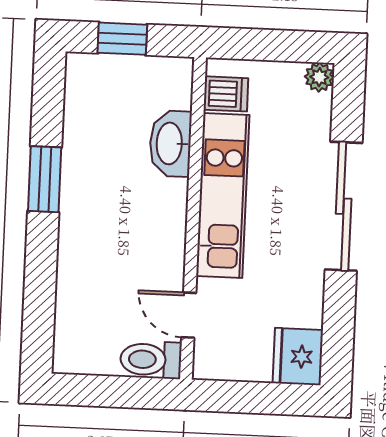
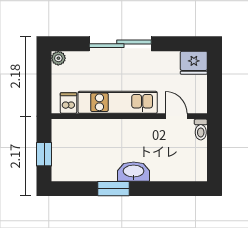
washbasin: (170, 144) -> (134, 172), moved, turned 180
door: (189, 315) -> (176, 116), swing flipped
toilet: (151, 360) -> (201, 130), width x0.73, depth x0.72

